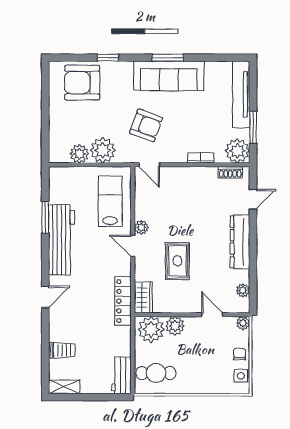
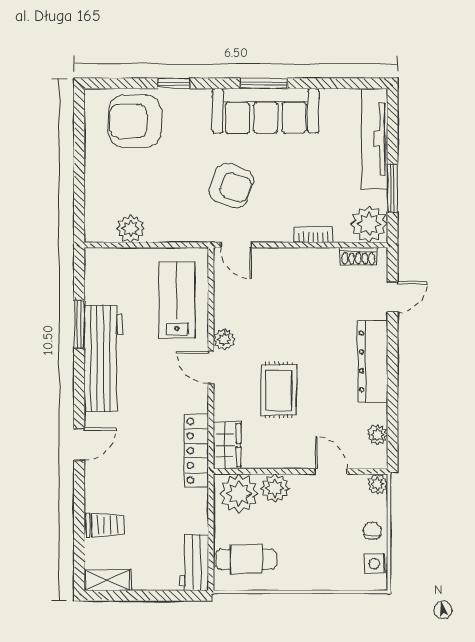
plant: (103, 150) -> (166, 223), removed

